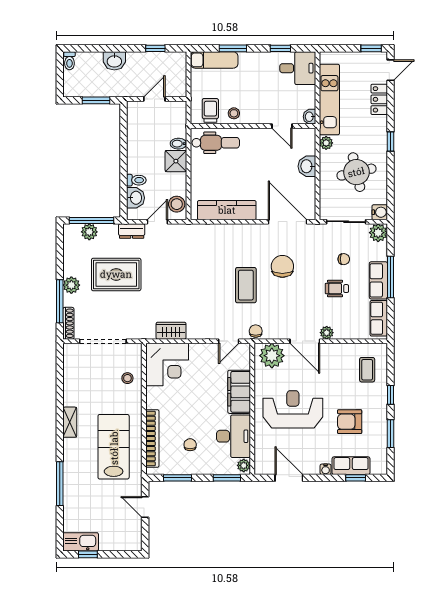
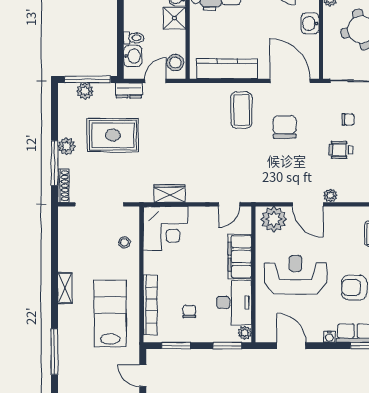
coffee table: (246, 285) -> (241, 110), moved
chair: (256, 331) -> (257, 194), removed

